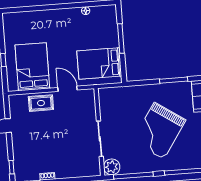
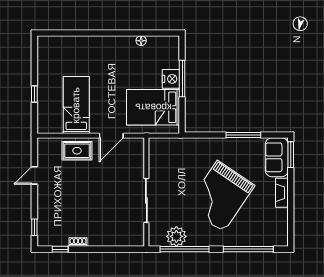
nightstand: (112, 40) -> (171, 79), added
bed: (32, 67) -> (76, 105), width x0.67
door: (68, 89) -> (111, 136), swing flipped
plant: (112, 167) -> (176, 236), moved

